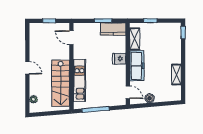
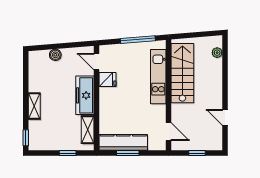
kitchen counter: (113, 29) -> (123, 142), width x1.50
fridge: (119, 59) -> (108, 79), moved
door: (27, 68) -> (225, 117), moved
shelving: (176, 75) -> (34, 106), moved
boiler: (150, 98) -> (55, 55), moved

